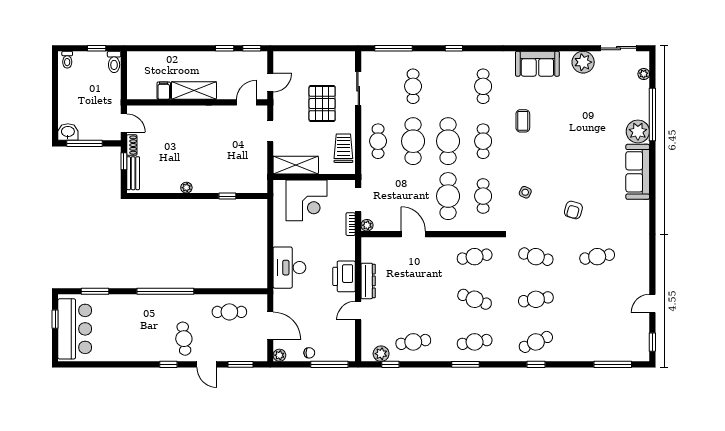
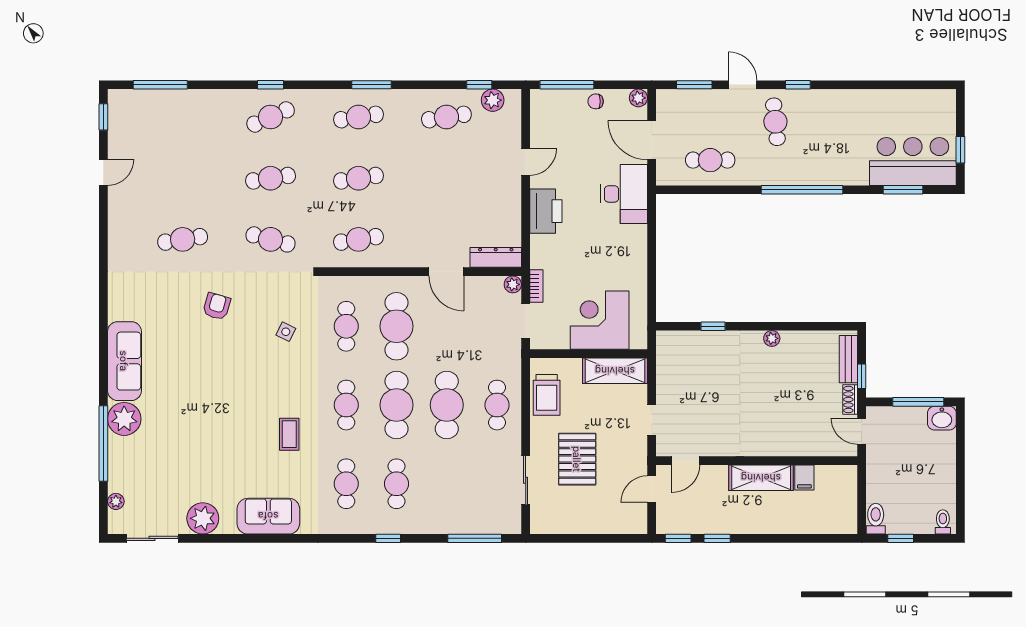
cafe table: (413, 86) -> (397, 484), moved
desk: (289, 268) -> (624, 194), moved
dresser: (368, 281) -> (496, 257), moved, turned 90
cafe table: (475, 299) -> (358, 178), turned -30
bar counter: (75, 329) -> (913, 162), moved, turned 90

